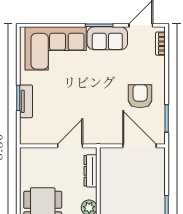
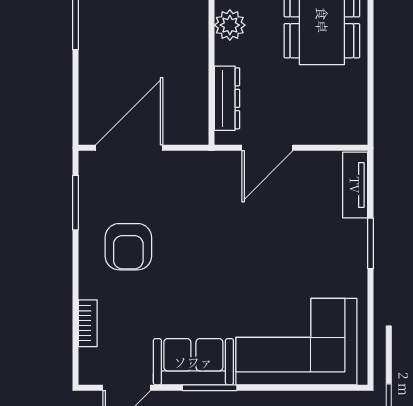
bookcase: (160, 44) -> (88, 323), moved
tv unit: (26, 101) -> (355, 185), moved
door: (140, 146) -> (129, 148), swing flipped

